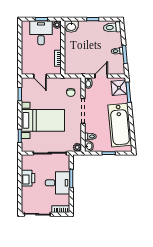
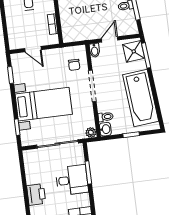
printer: (28, 178) -> (36, 195), moved

